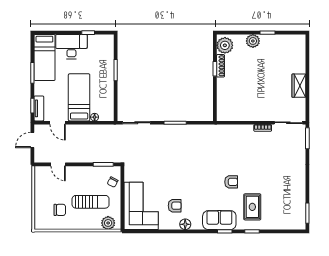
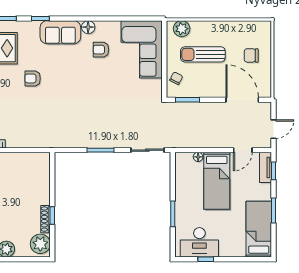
desk: (71, 47) -> (199, 242), moved
door: (58, 123) -> (243, 150), swing flipped
door: (58, 164) -> (242, 100), width x1.87
chair: (60, 210) -> (251, 55), moved
sofa: (219, 220) -> (60, 32), moved

